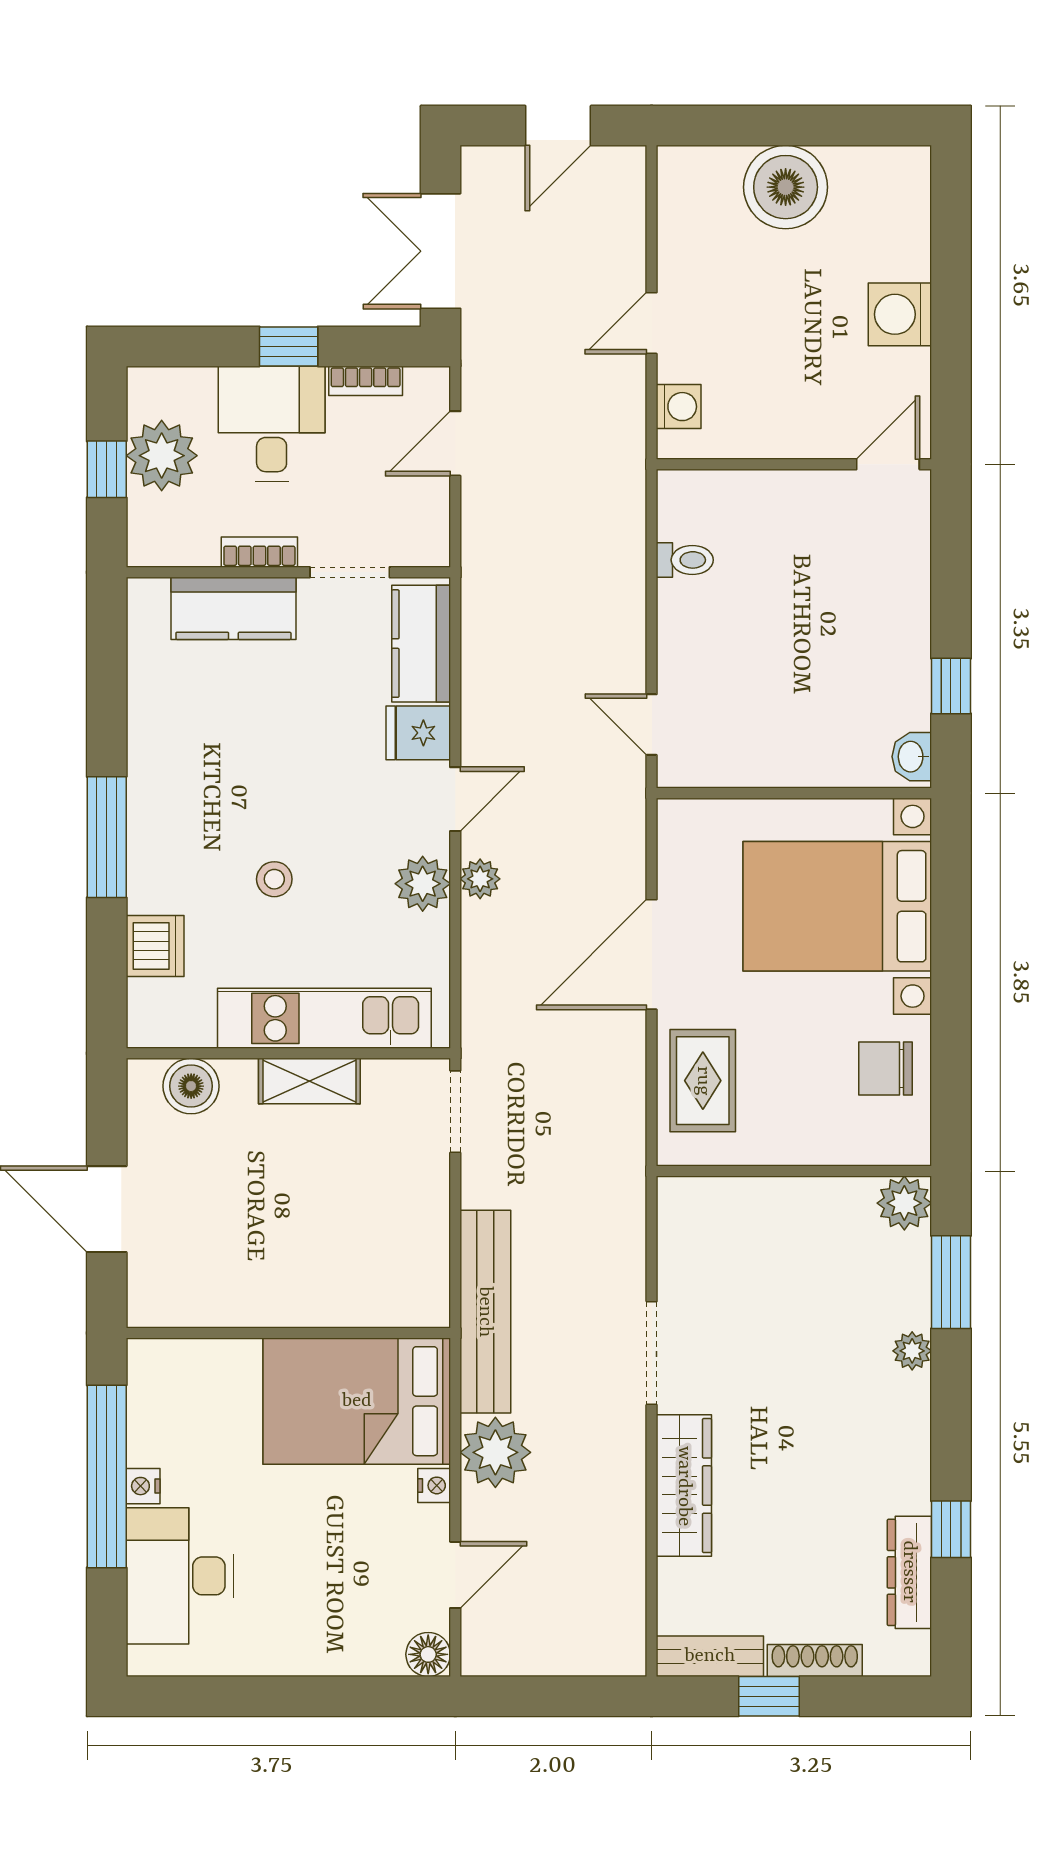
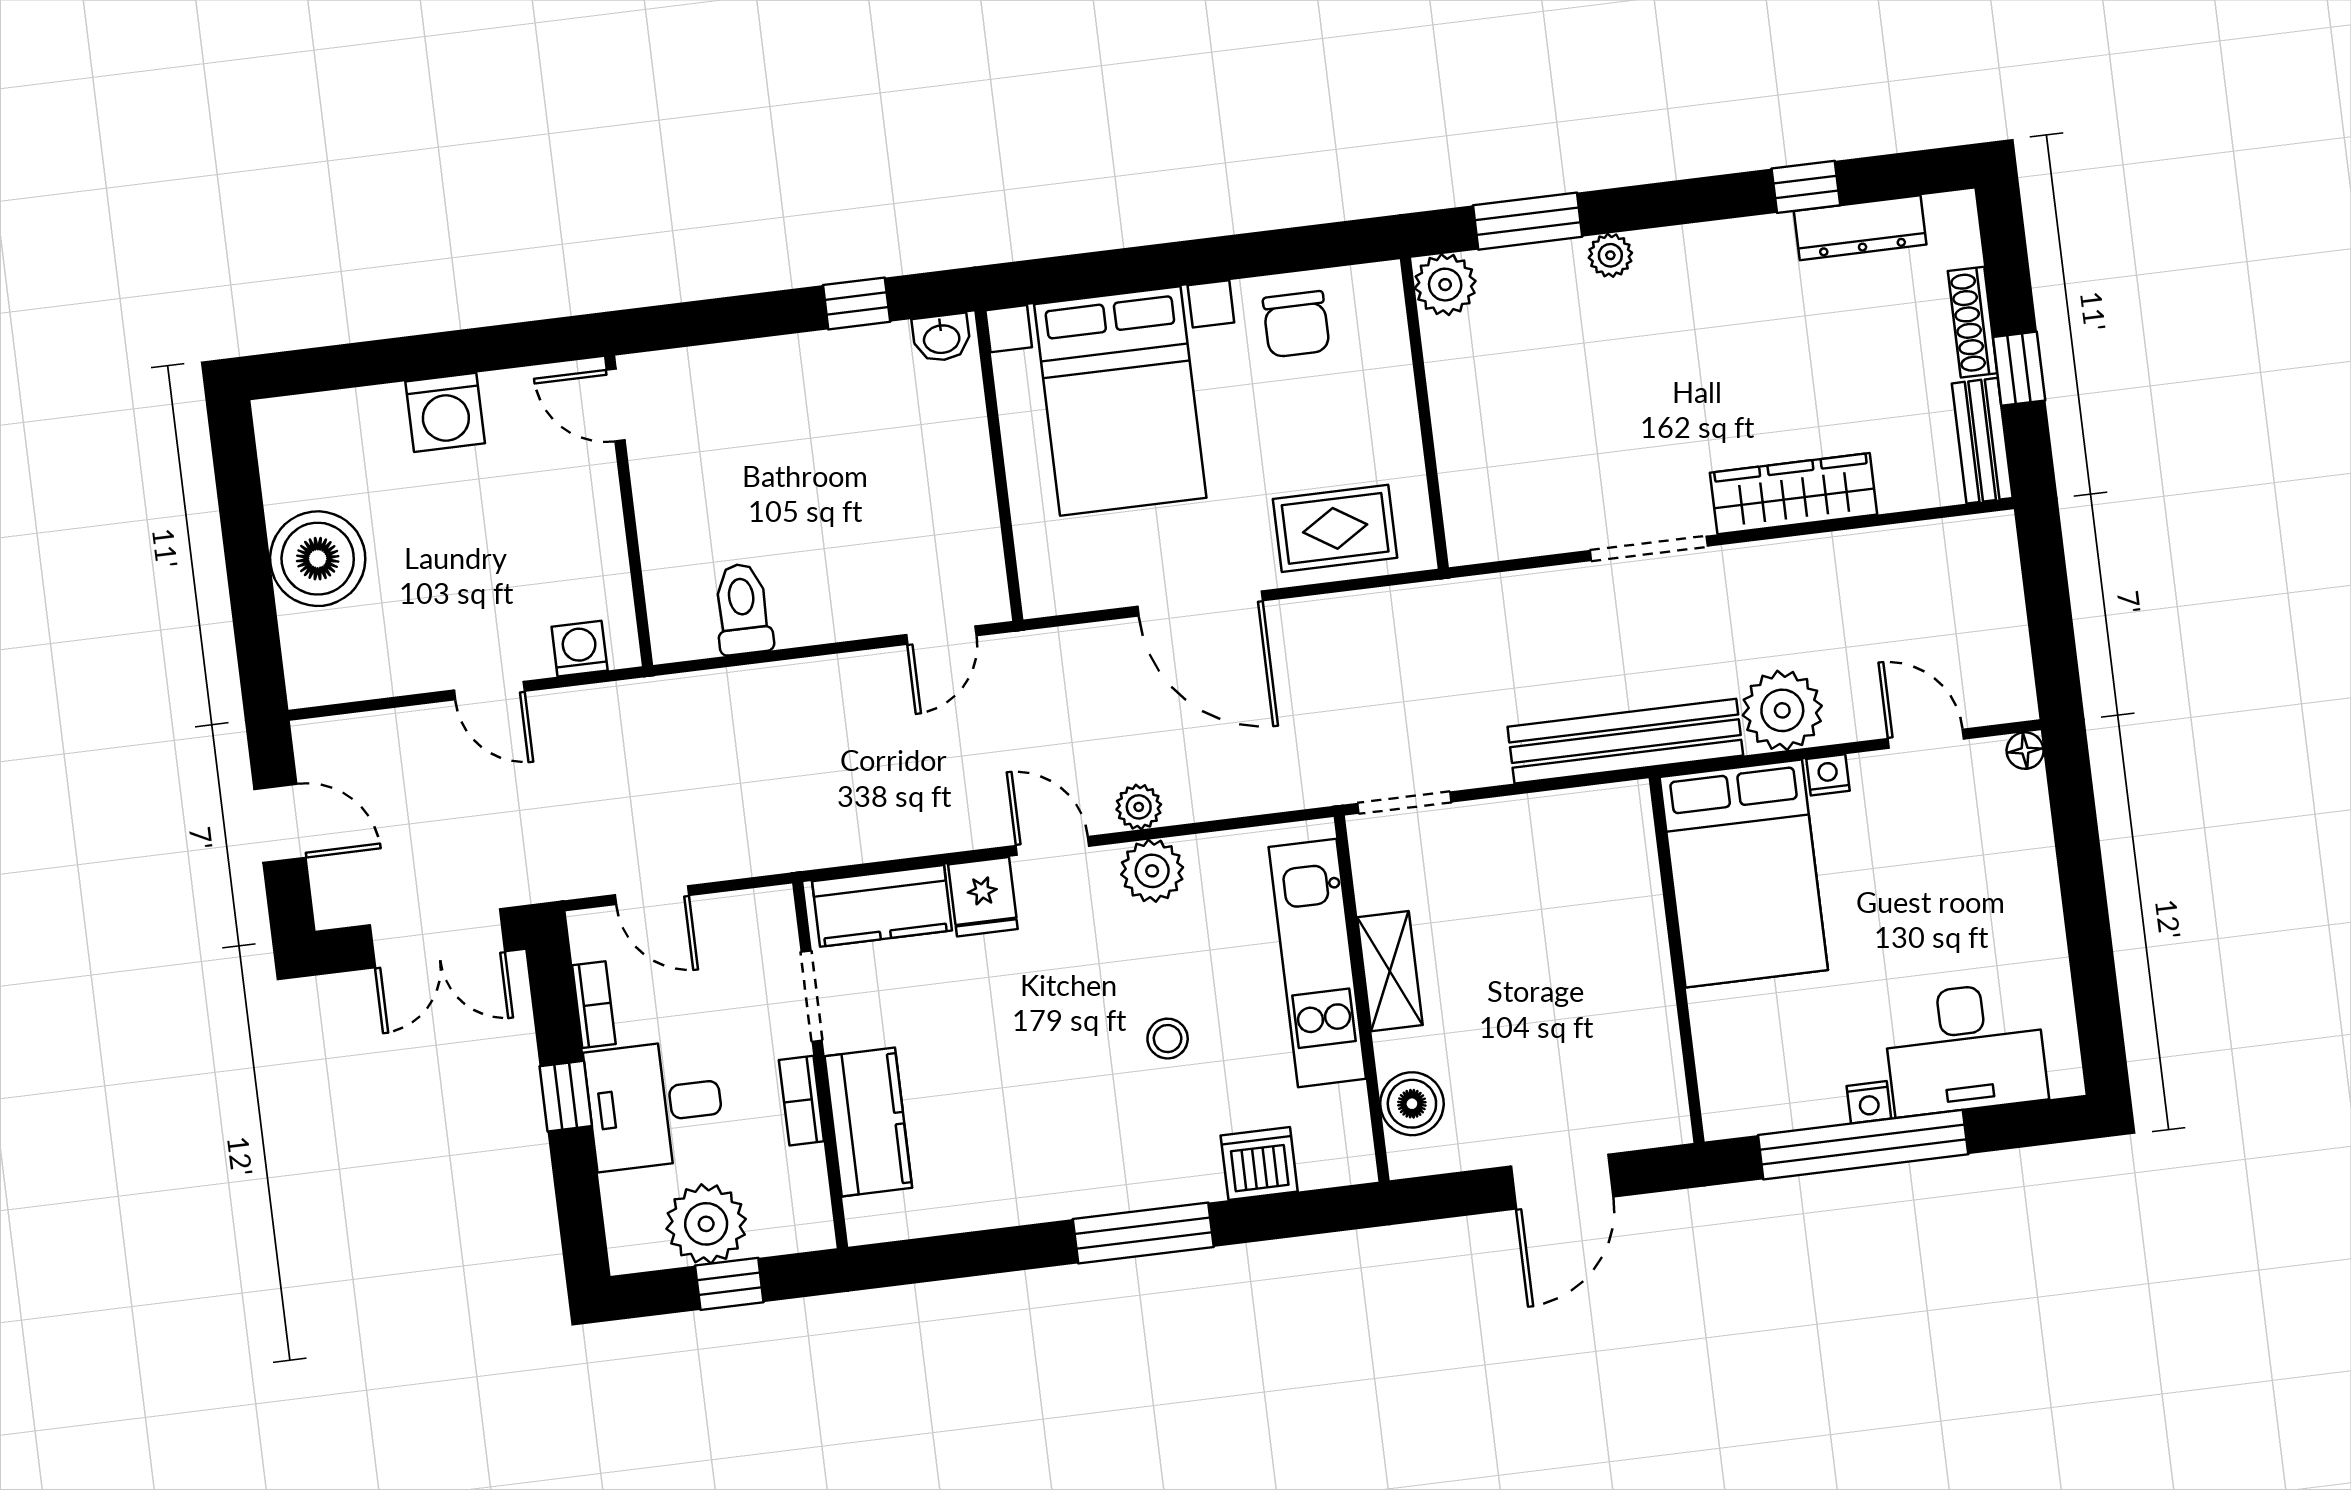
toilet: (685, 560) -> (743, 609), width x1.37, depth x1.39
floor lamp: (428, 1654) -> (2025, 751), width x0.73, depth x0.73

